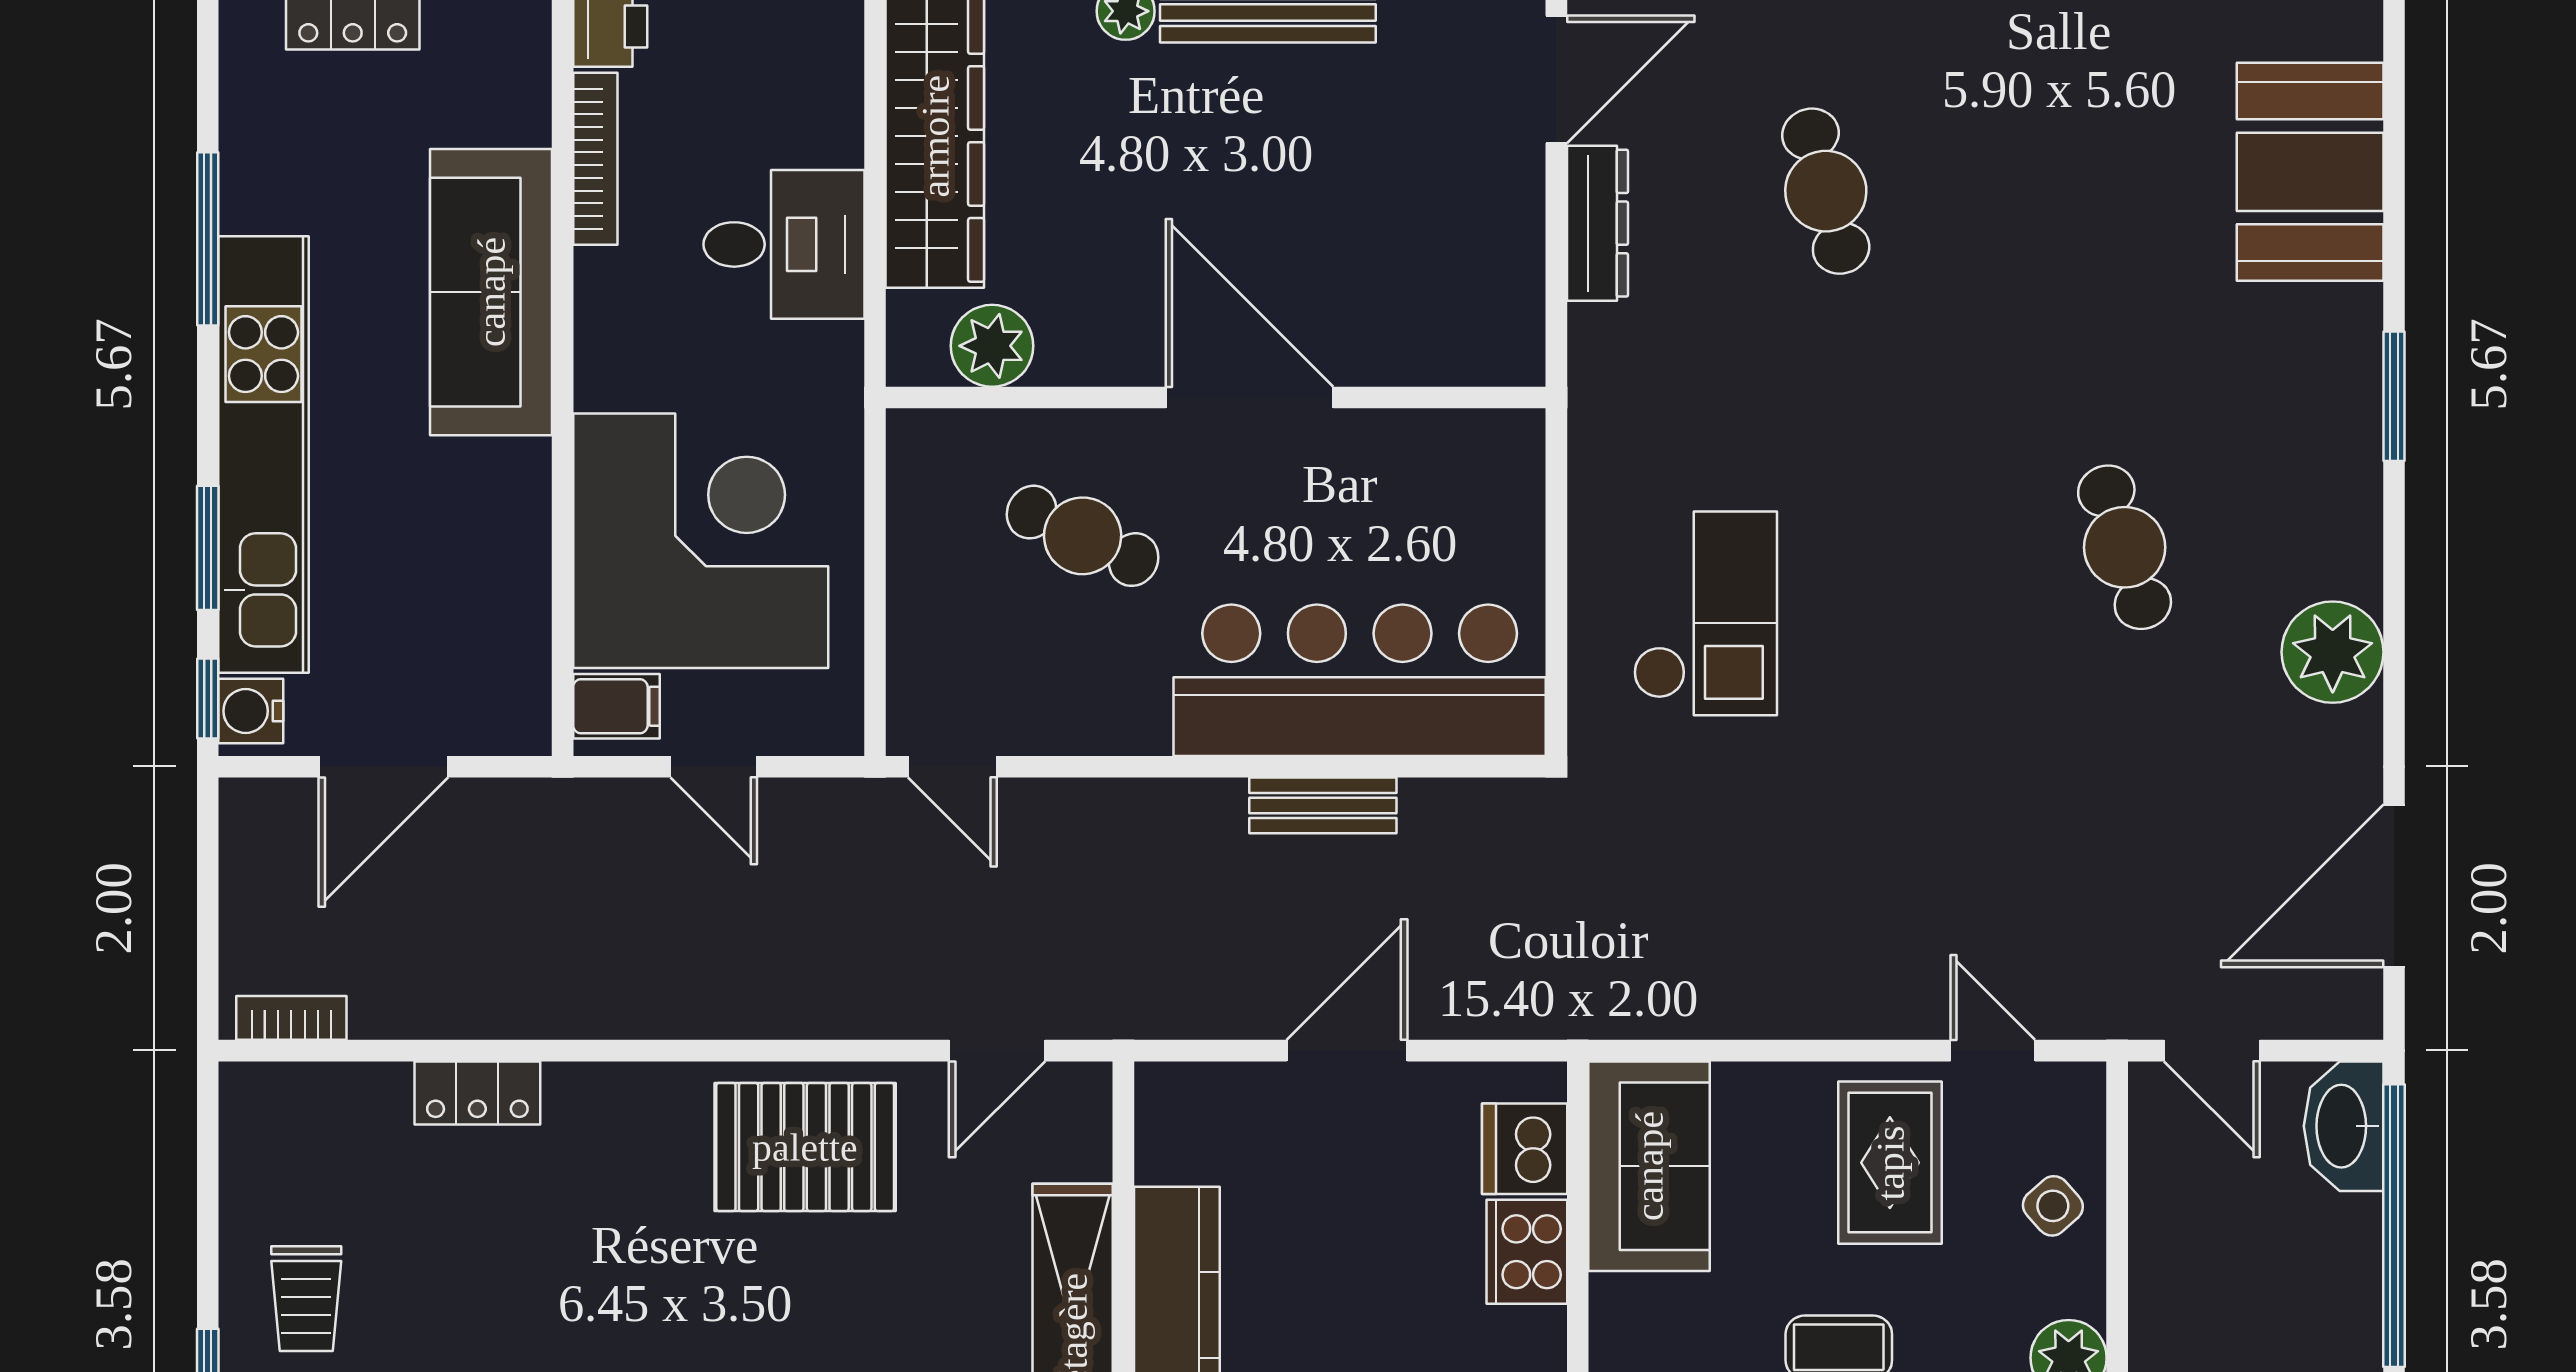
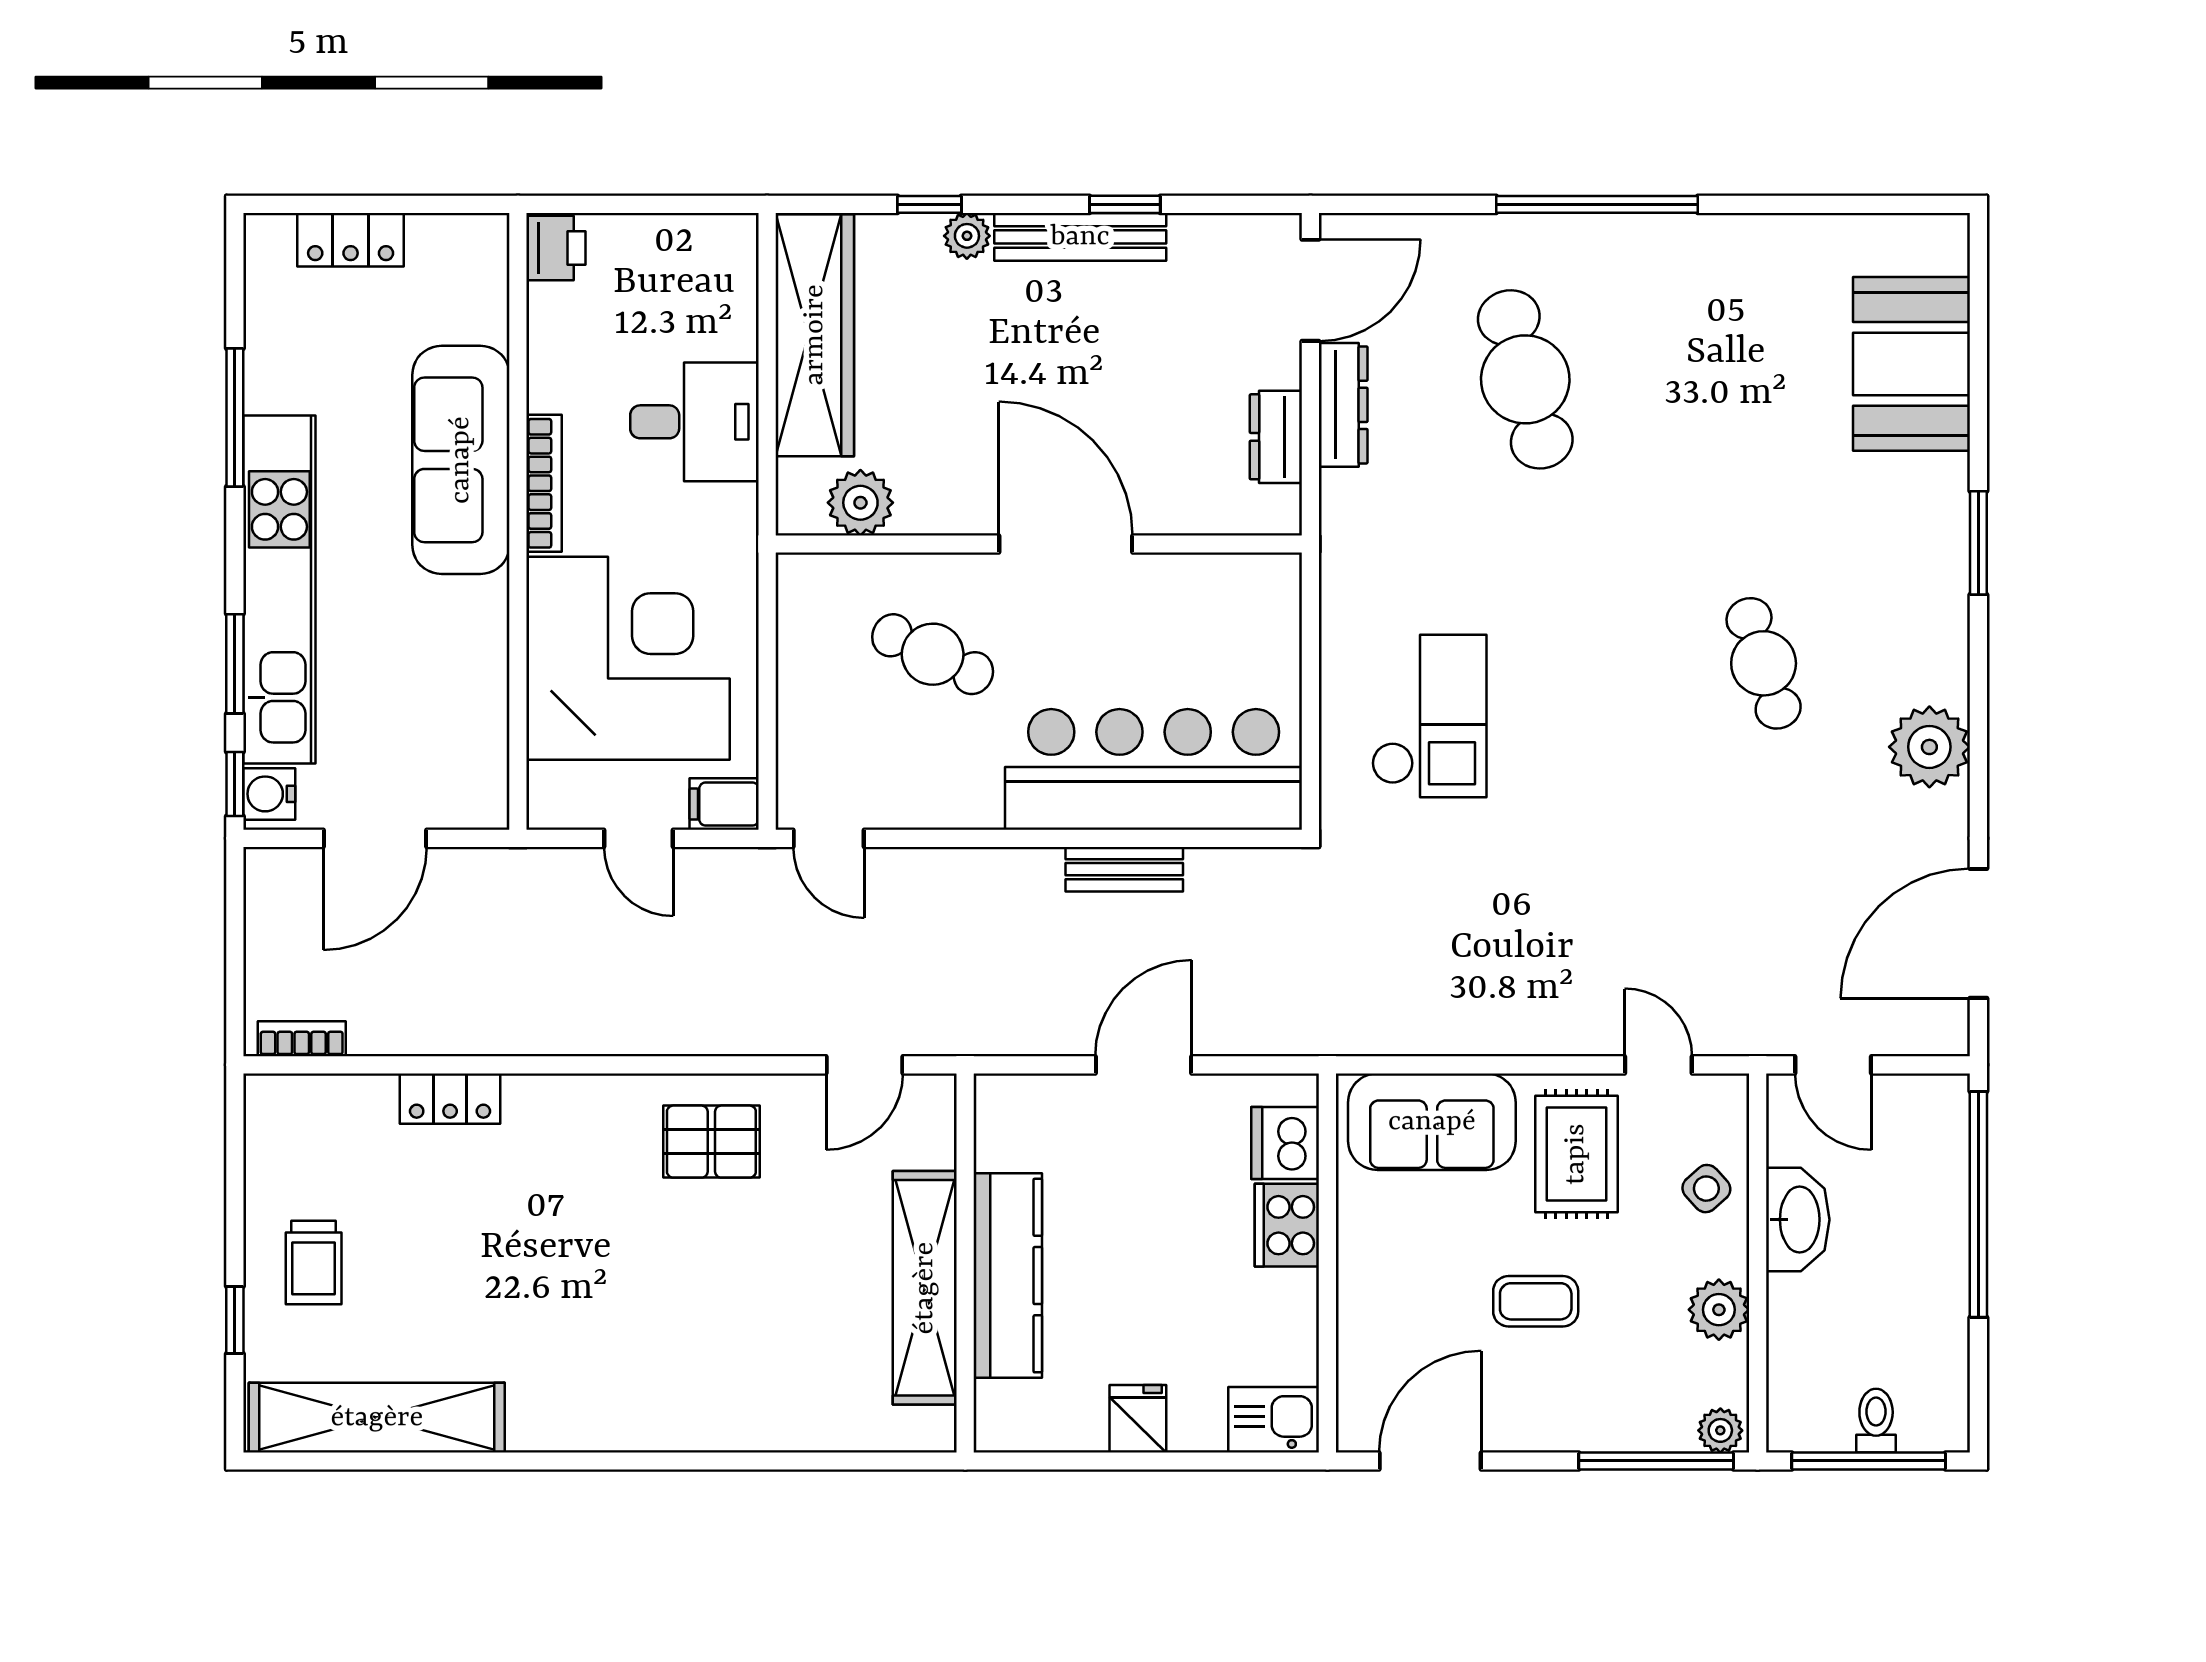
bookcase: (595, 159) -> (544, 483), moved
cafe table: (1826, 191) -> (1525, 379), width x1.37, depth x1.35
dresser: (1513, 263) -> (1276, 437), added
filing cabinet: (616, 706) -> (724, 804), moved, turned 180
washbasin: (2344, 1126) -> (1798, 1220), moved, turned 180
pallet: (805, 1147) -> (711, 1142), width x0.67, depth x0.71
sofa: (1649, 1166) -> (1432, 1122), moved, turned 90

